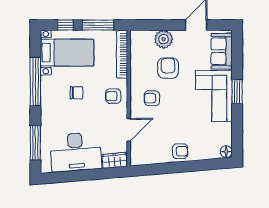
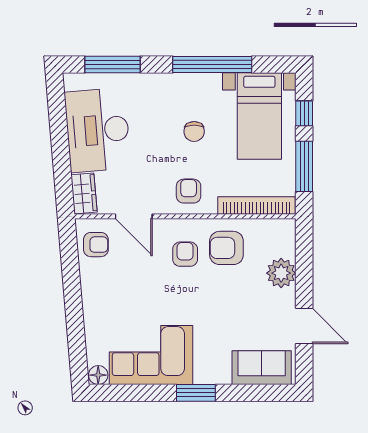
armchair: (168, 68) -> (226, 248), moved, turned 180
corner sofa: (214, 96) -> (151, 355), moved
armchair: (180, 151) -> (96, 245), moved, turned -90

